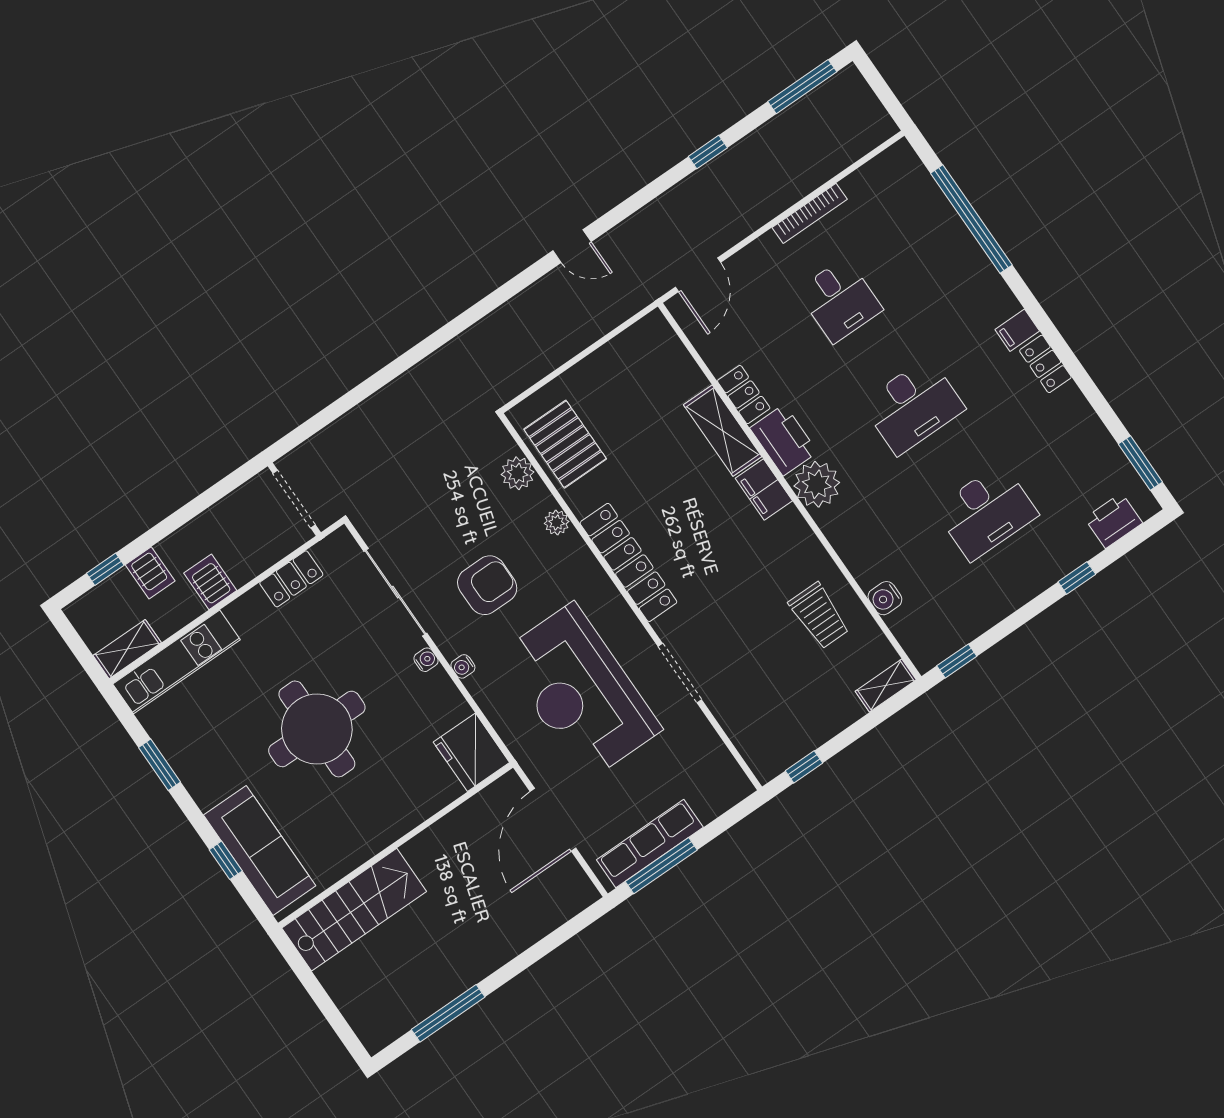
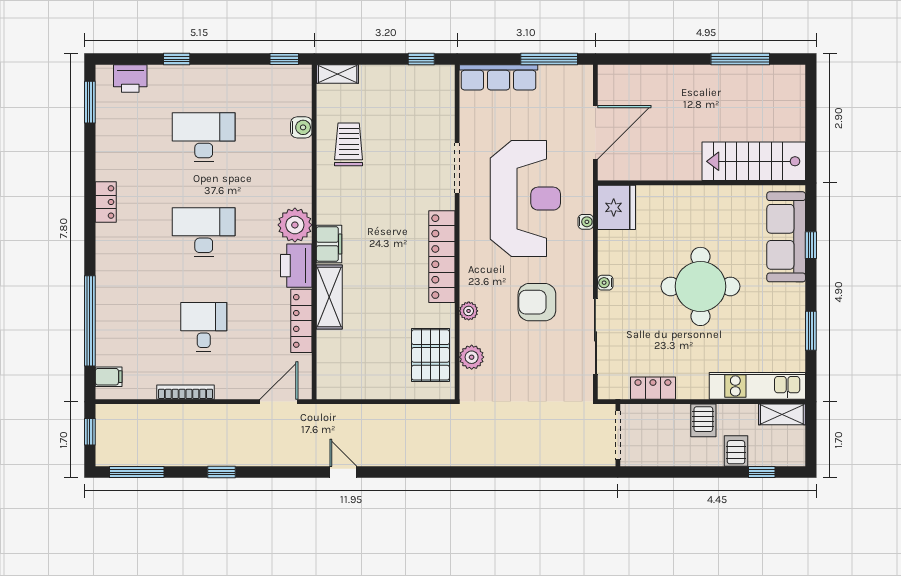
window: (886, 95) -> (90, 432), added
filing cabinet: (1017, 330) -> (109, 377), moved
locker: (744, 395) -> (301, 321), width x1.53
water cooler: (463, 666) -> (586, 222), moved
row of seats: (650, 844) -> (499, 77), moved

